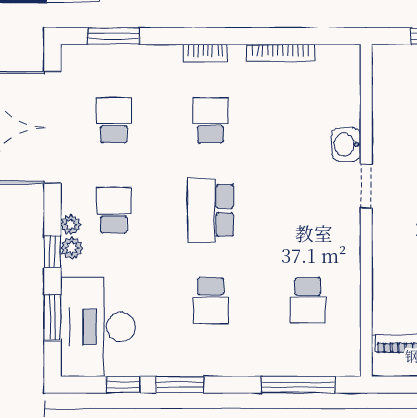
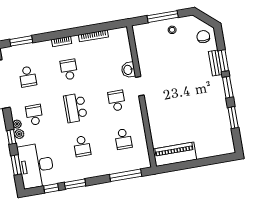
school desk: (114, 120) -> (28, 77), turned 180
school desk: (308, 210) -> (117, 101), added

